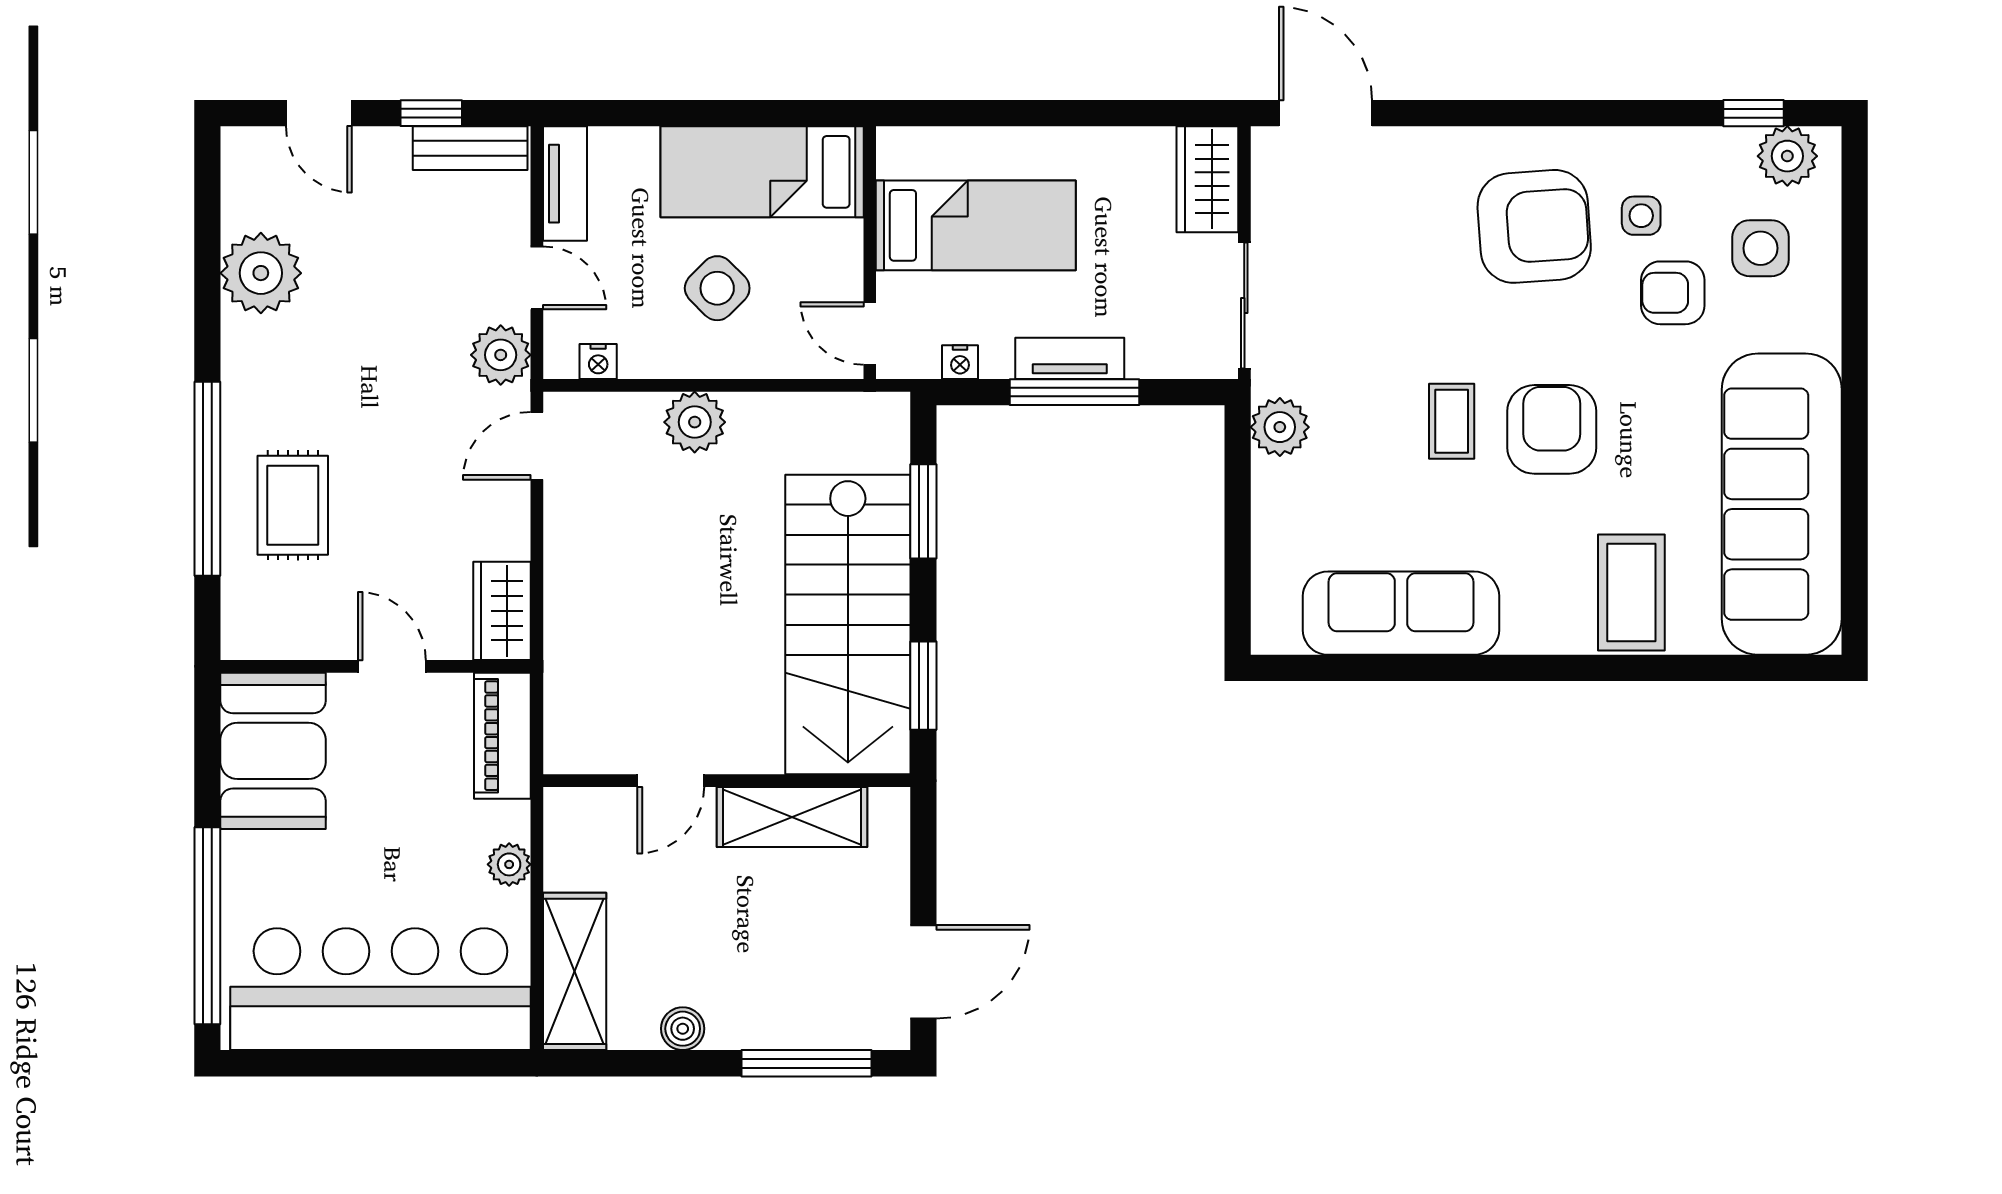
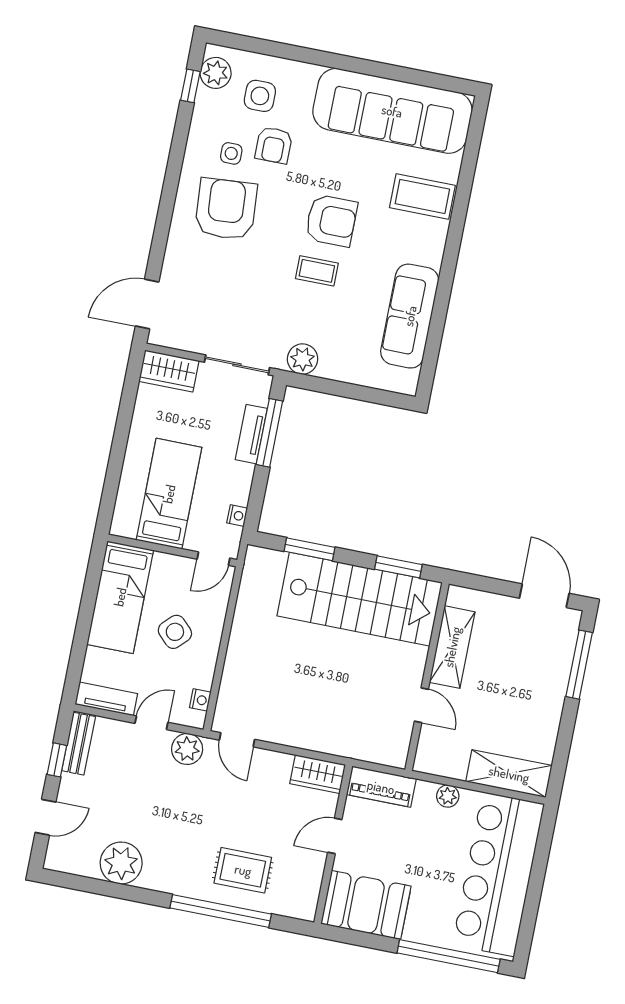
tv unit: (1070, 358) -> (251, 434), moved
window: (1074, 392) -> (269, 433), moved
plant: (695, 422) -> (241, 657), removed
armchair: (1552, 429) -> (331, 221), turned 180
boiler: (683, 1029) -> (549, 724), removed

